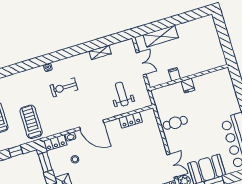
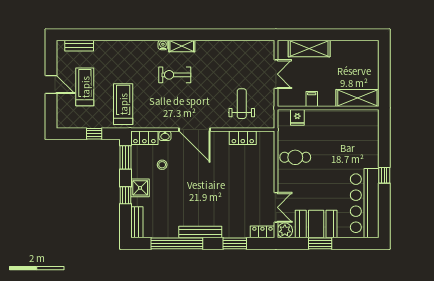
shelving: (100, 52) -> (182, 46), moved
shelving: (209, 63) -> (357, 98), added
fridge: (188, 86) -> (297, 117), moved

